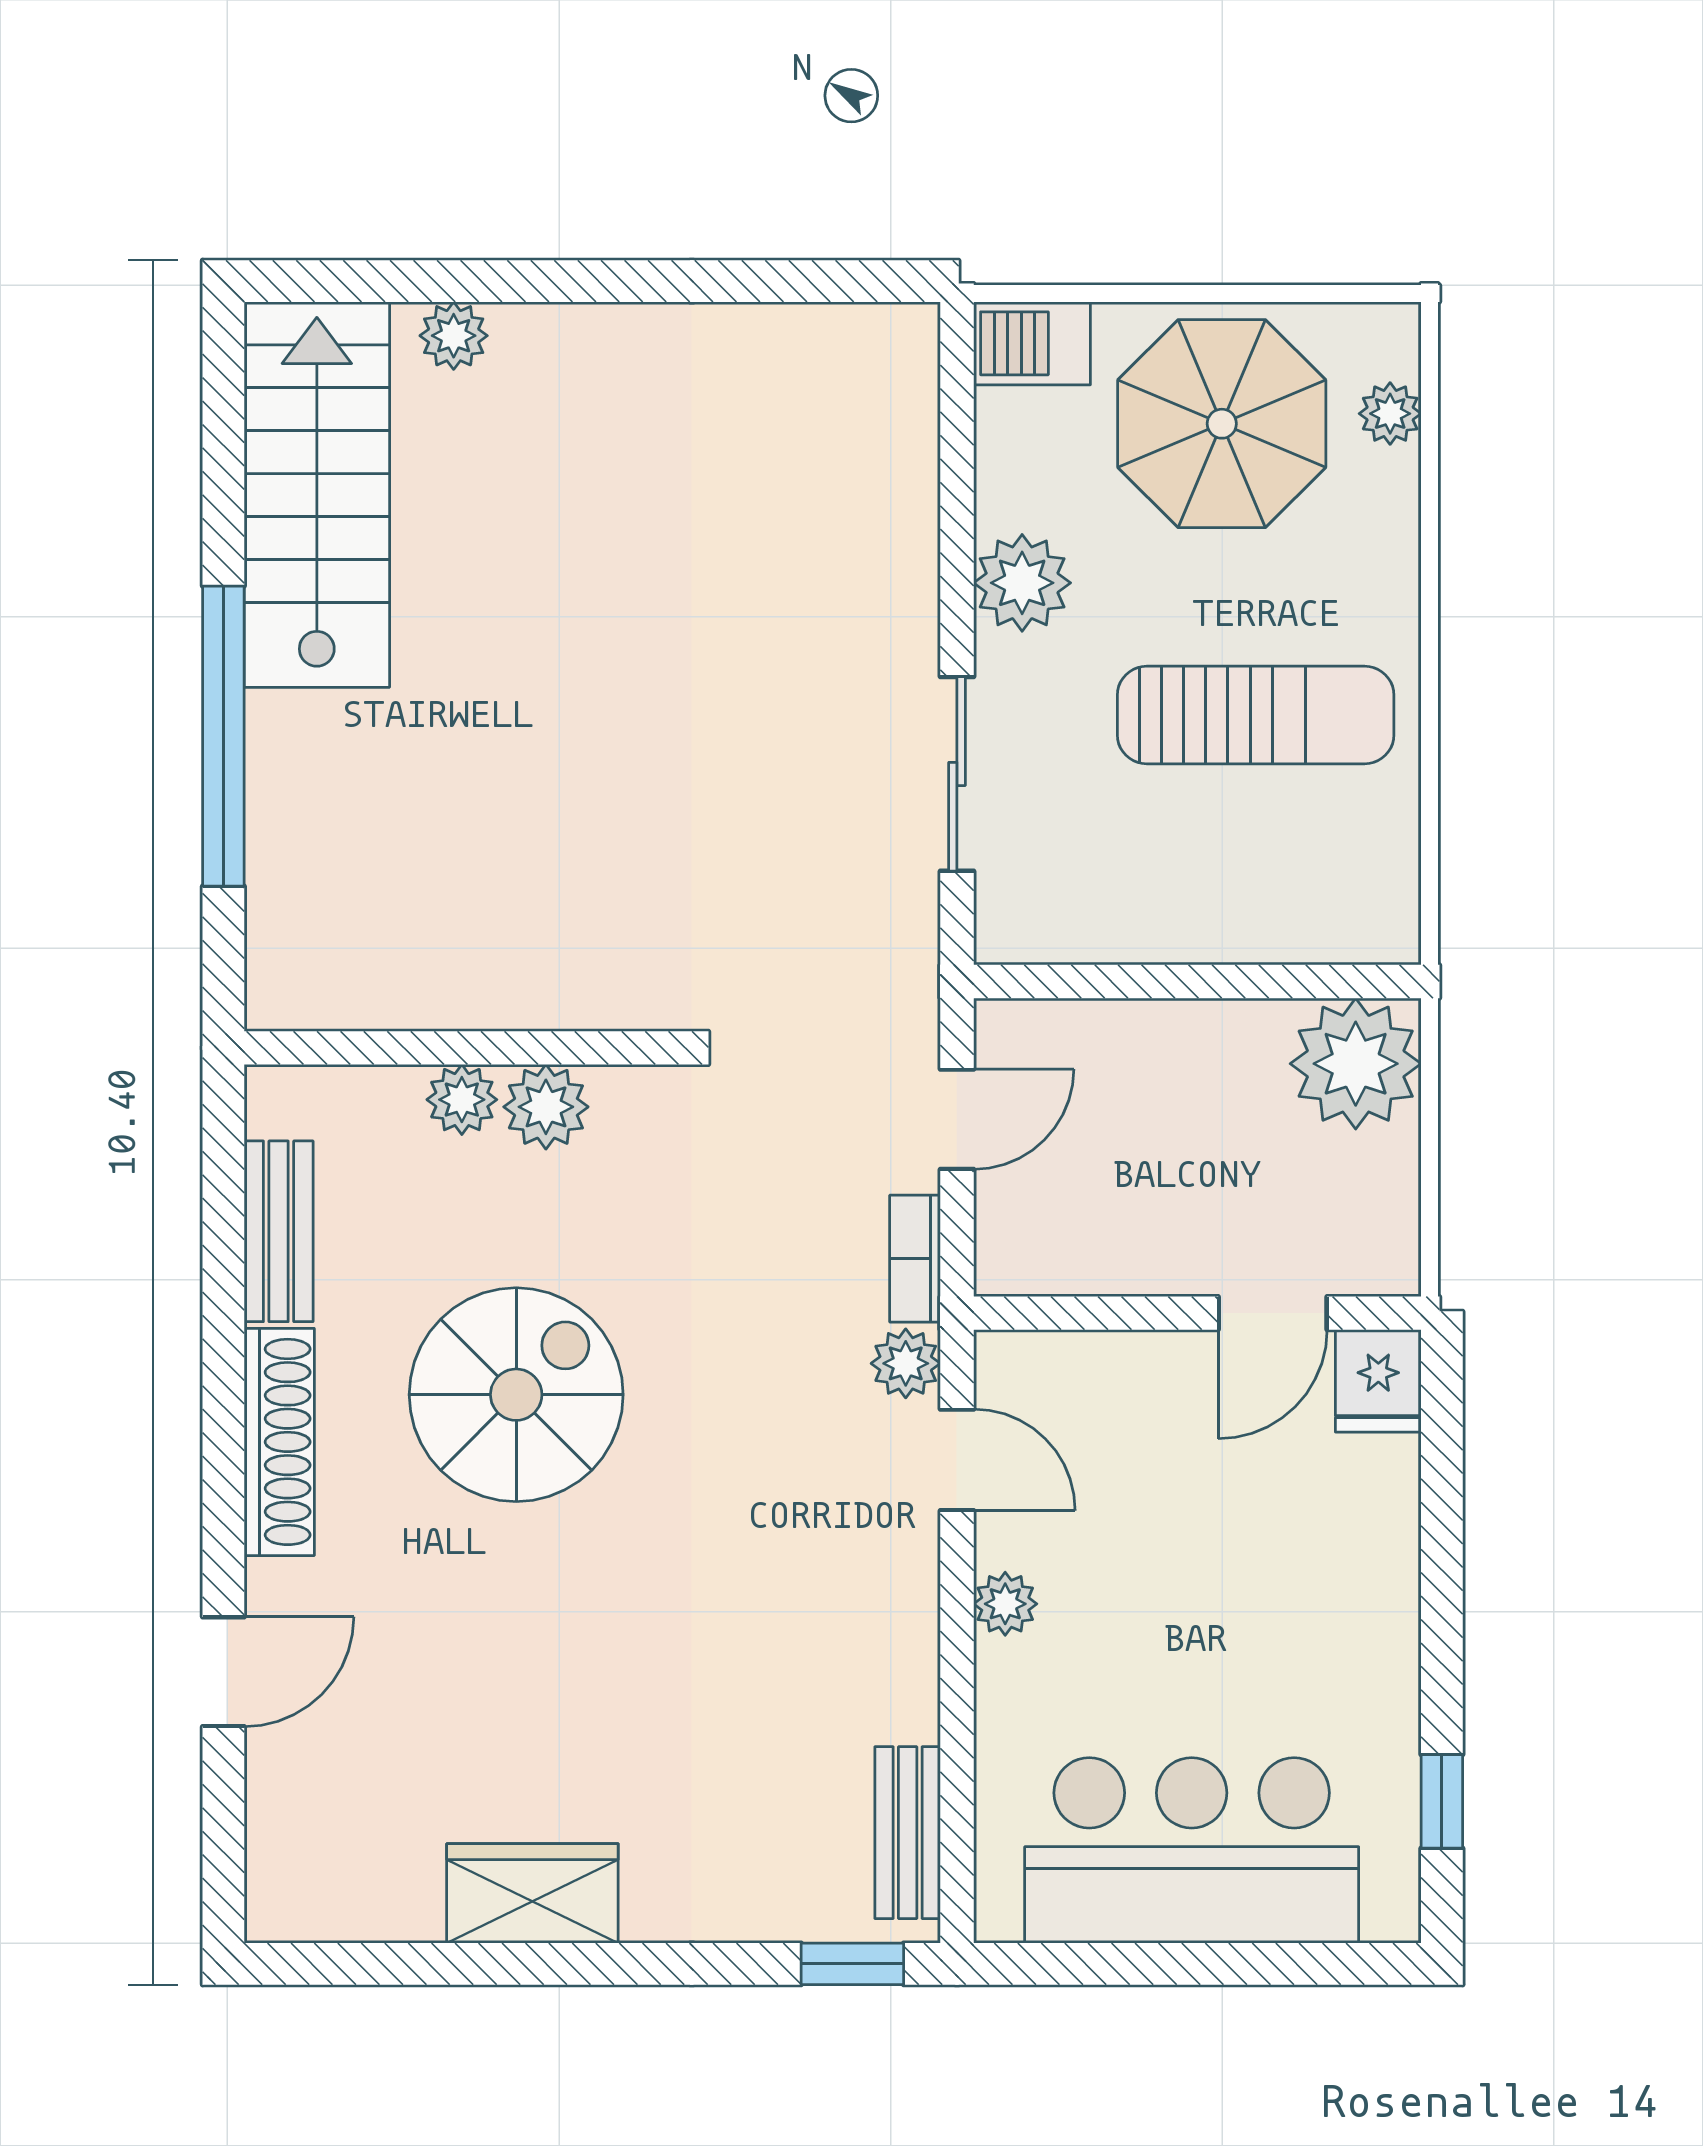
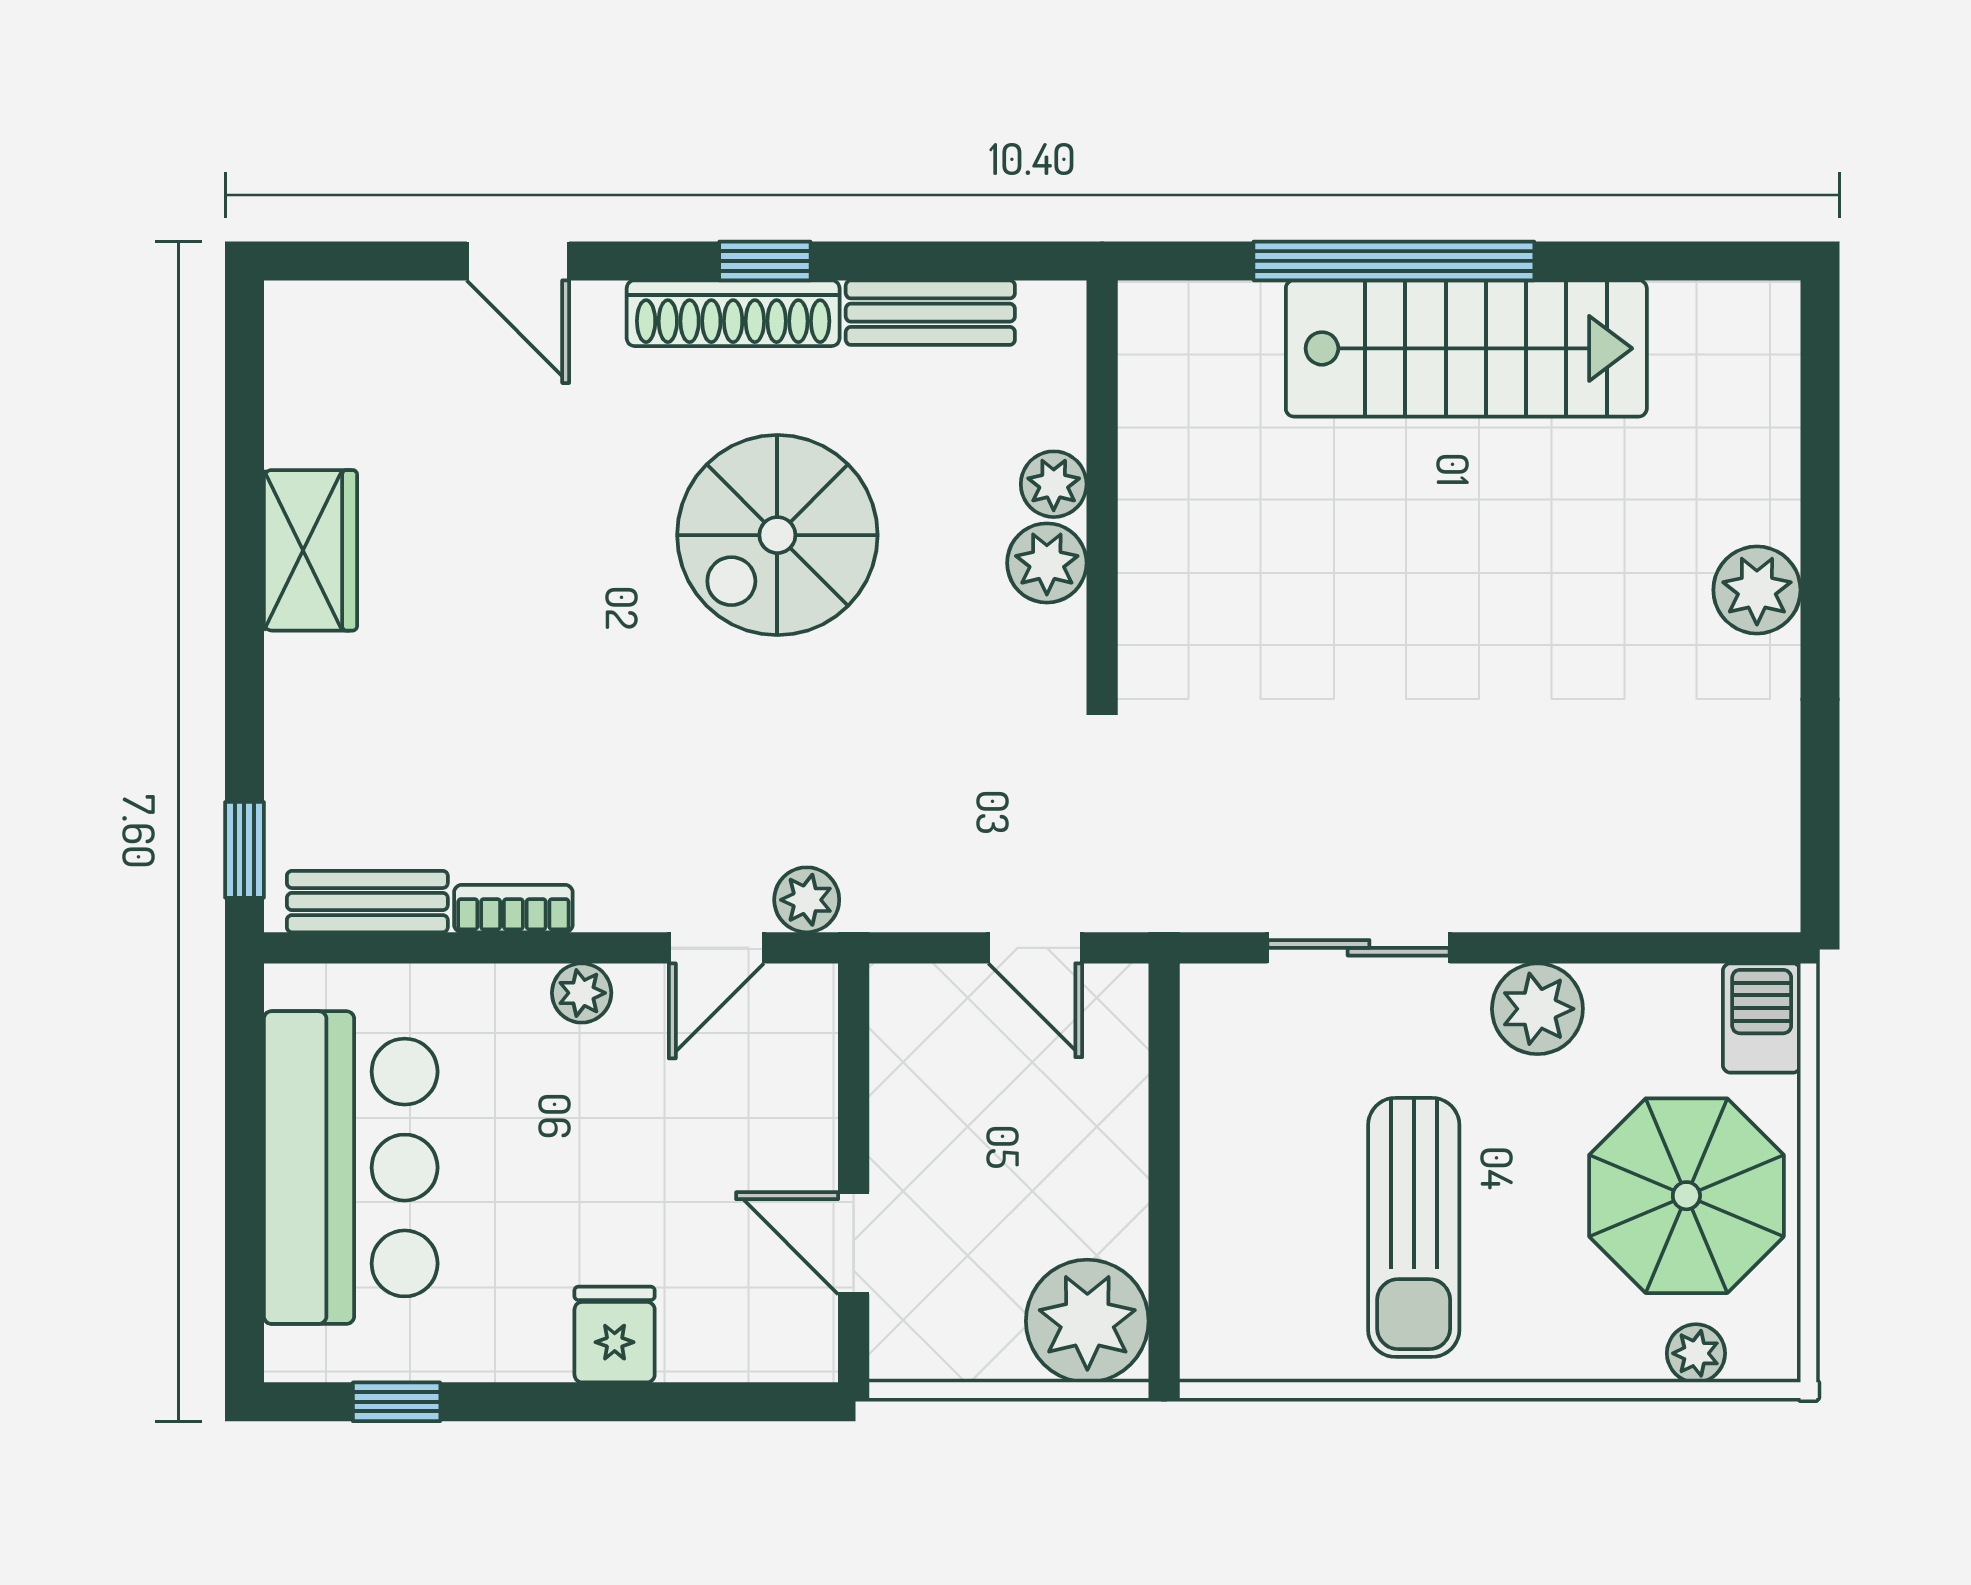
plant: (454, 336) -> (1757, 590), moved, width x1.38, depth x1.38
stairs: (317, 495) -> (1466, 348), moved
bookcase: (915, 1259) -> (513, 909), moved
fridge: (1378, 1381) -> (615, 1334), moved, turned 90
spiral stairs: (516, 1395) -> (777, 535), turned 90
window: (223, 1408) -> (765, 261), added

